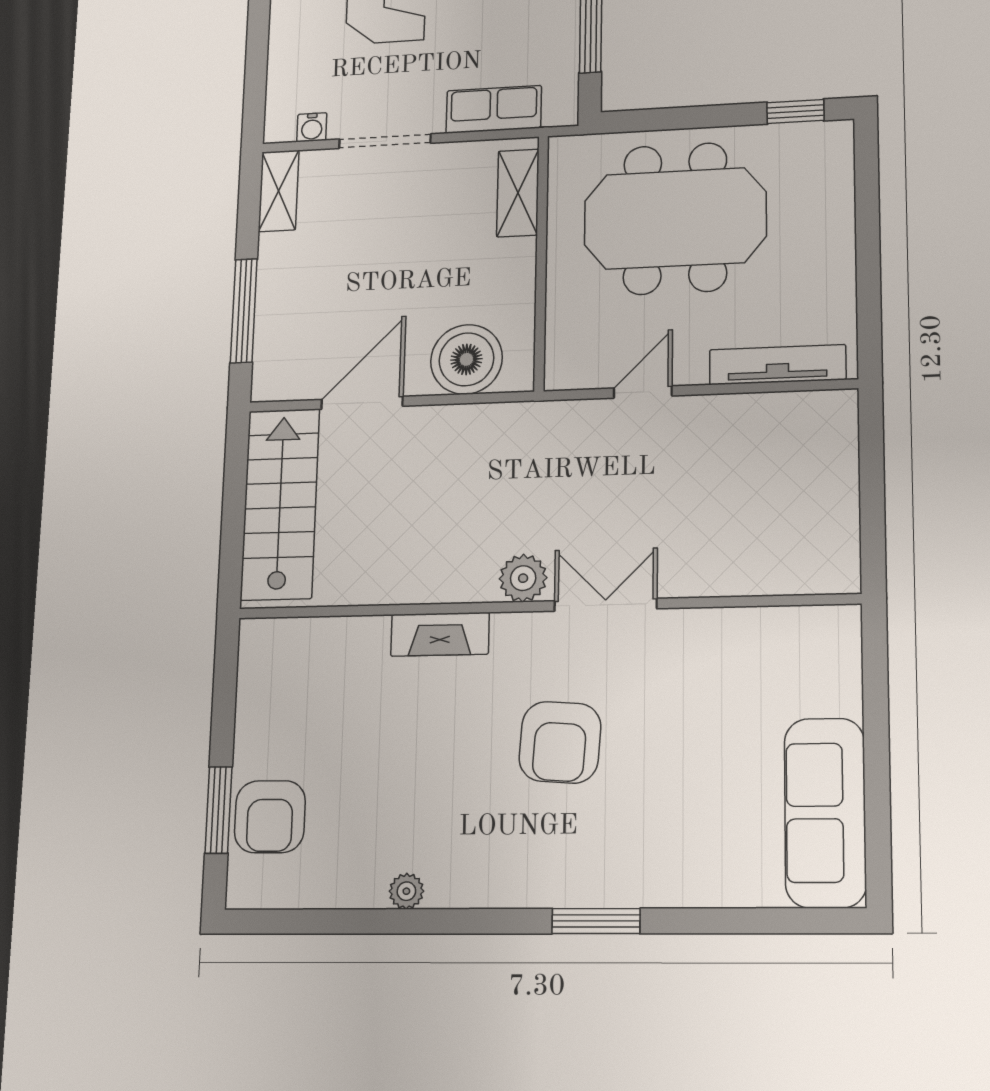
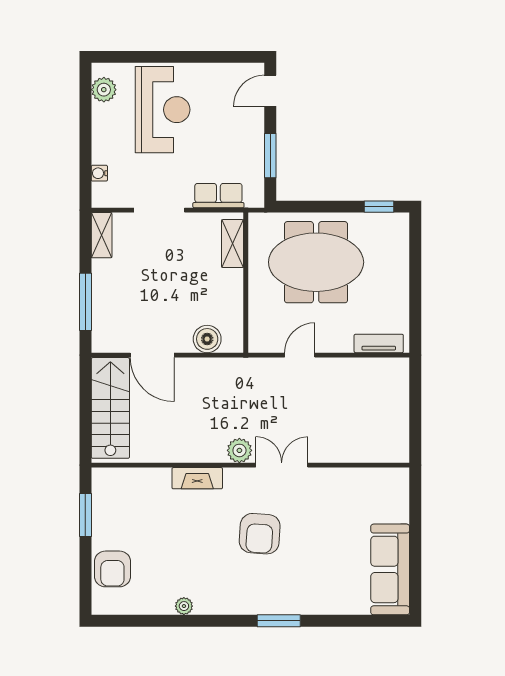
water cooler: (312, 127) -> (99, 173), moved, turned 90
boiler: (466, 359) -> (207, 339), width x0.73, depth x0.73
tv unit: (777, 365) -> (379, 343), width x0.71
door: (362, 403) -> (152, 355), swing flipped
window: (218, 810) -> (85, 515), moved

